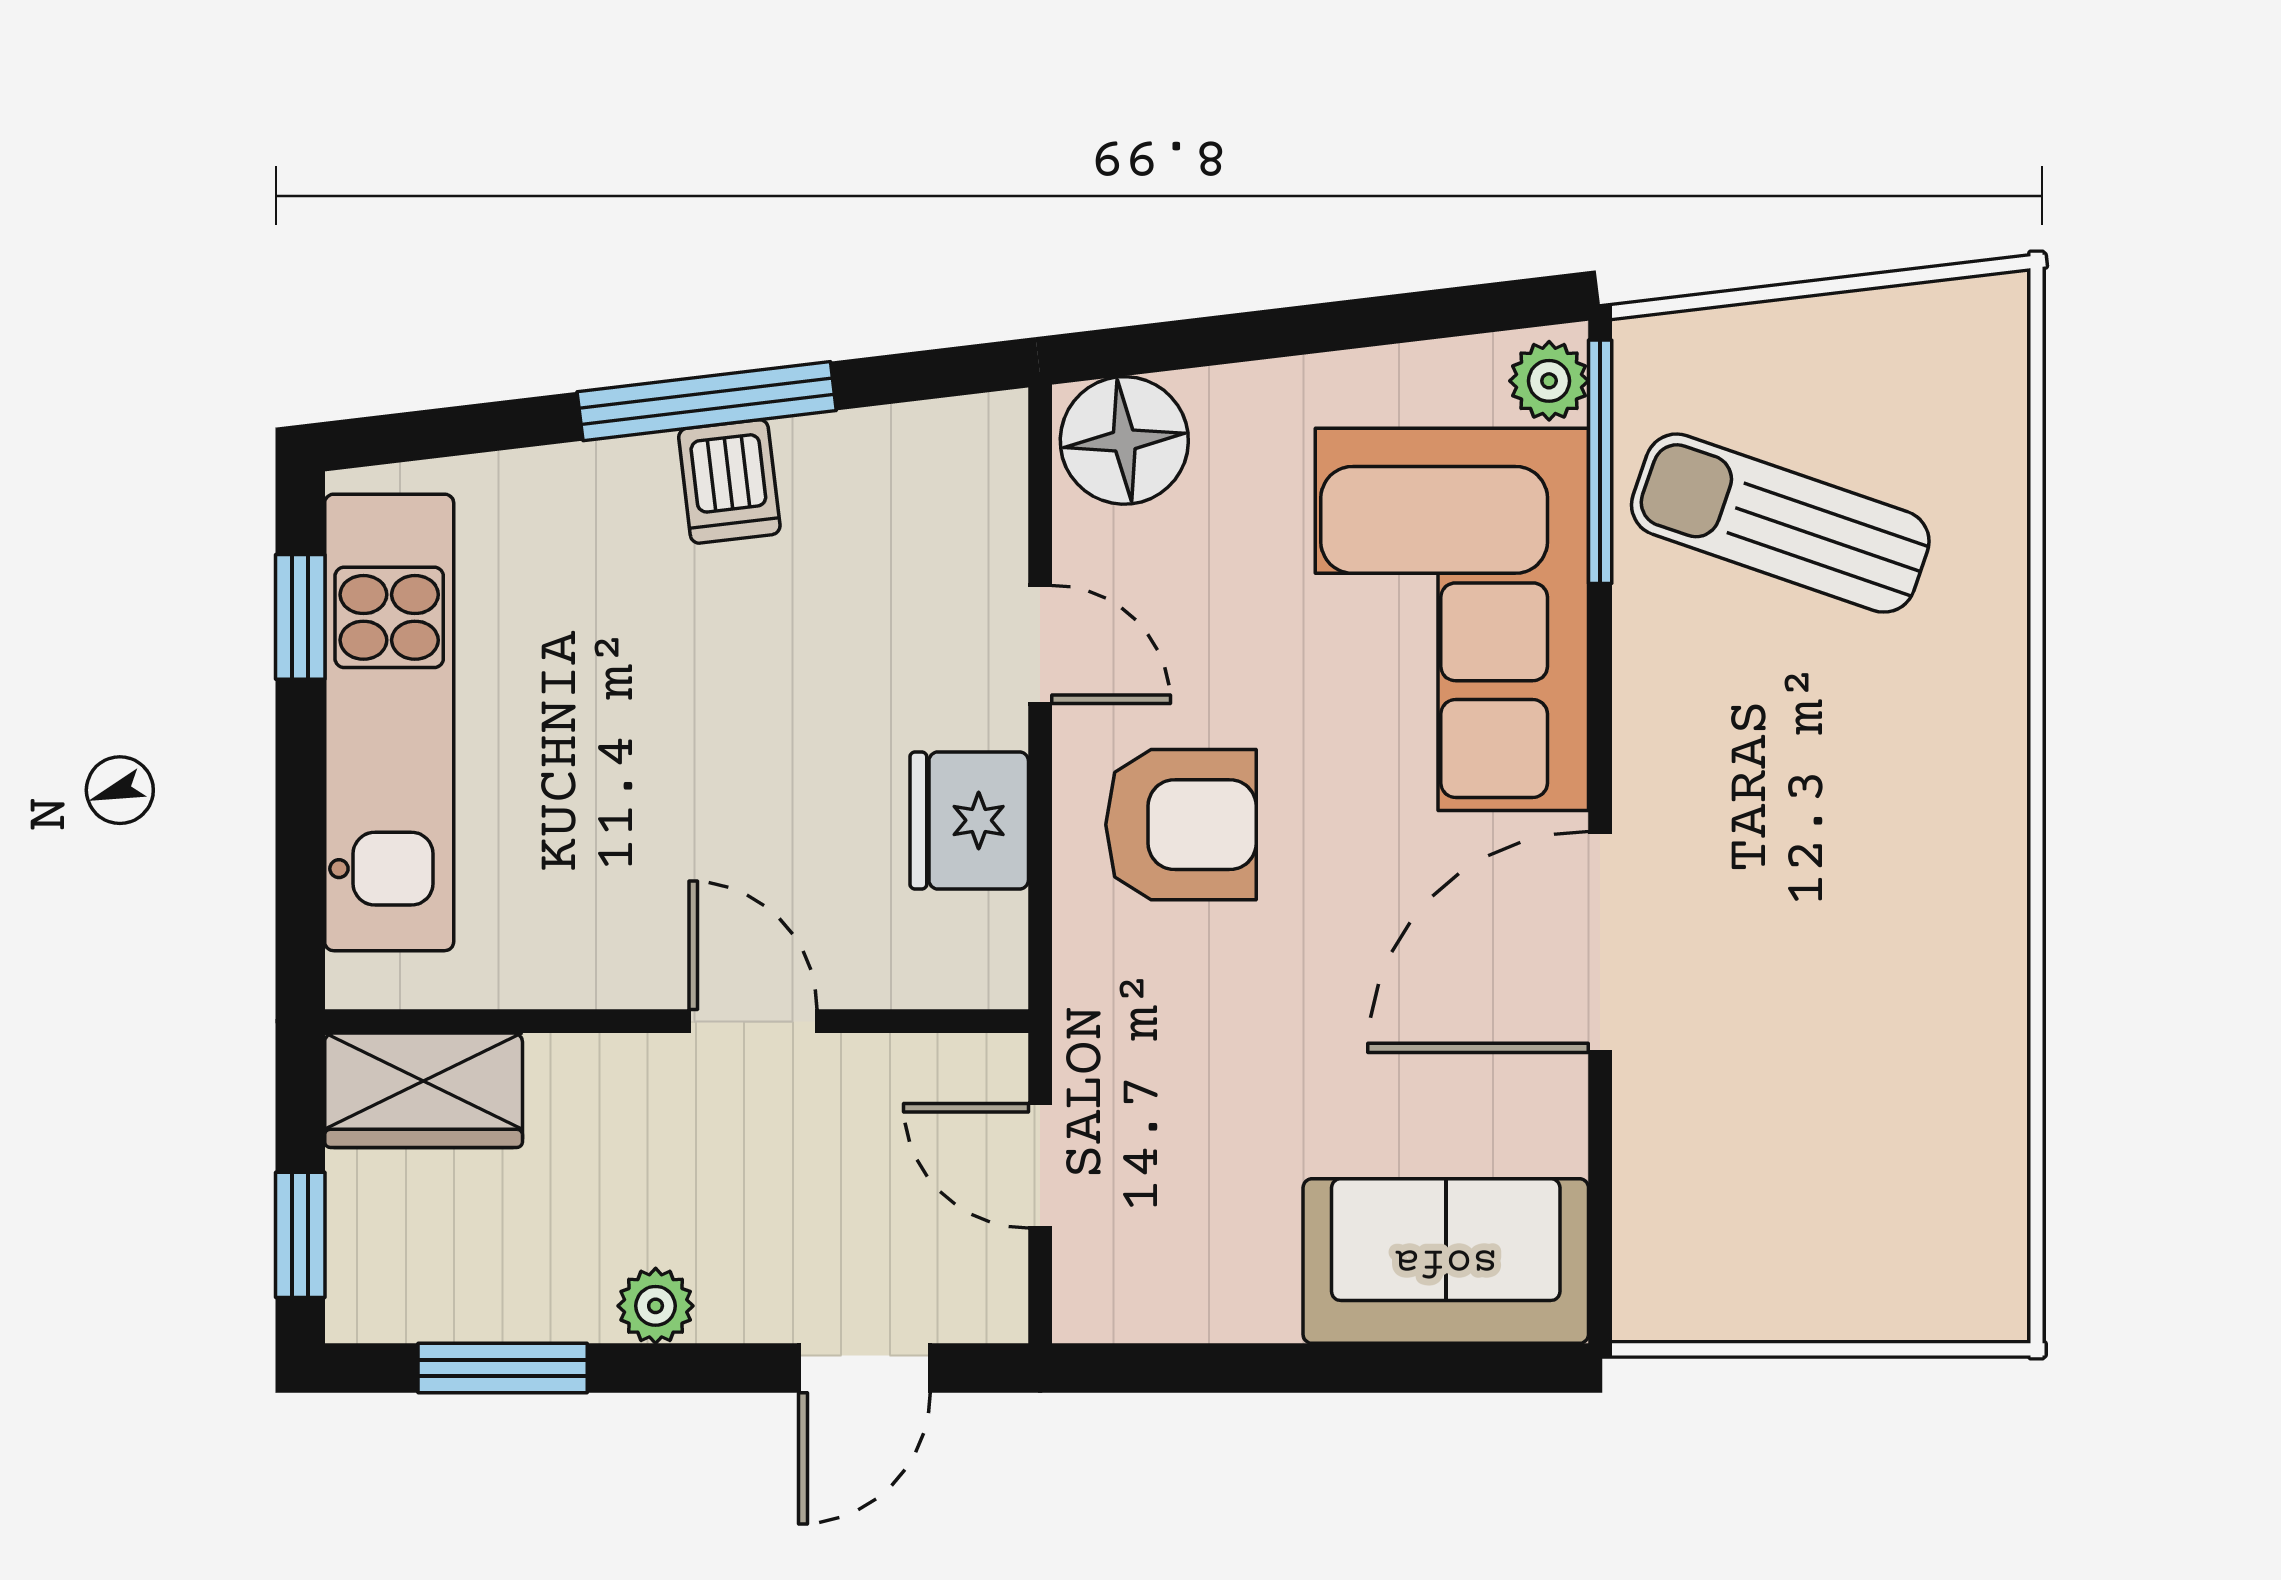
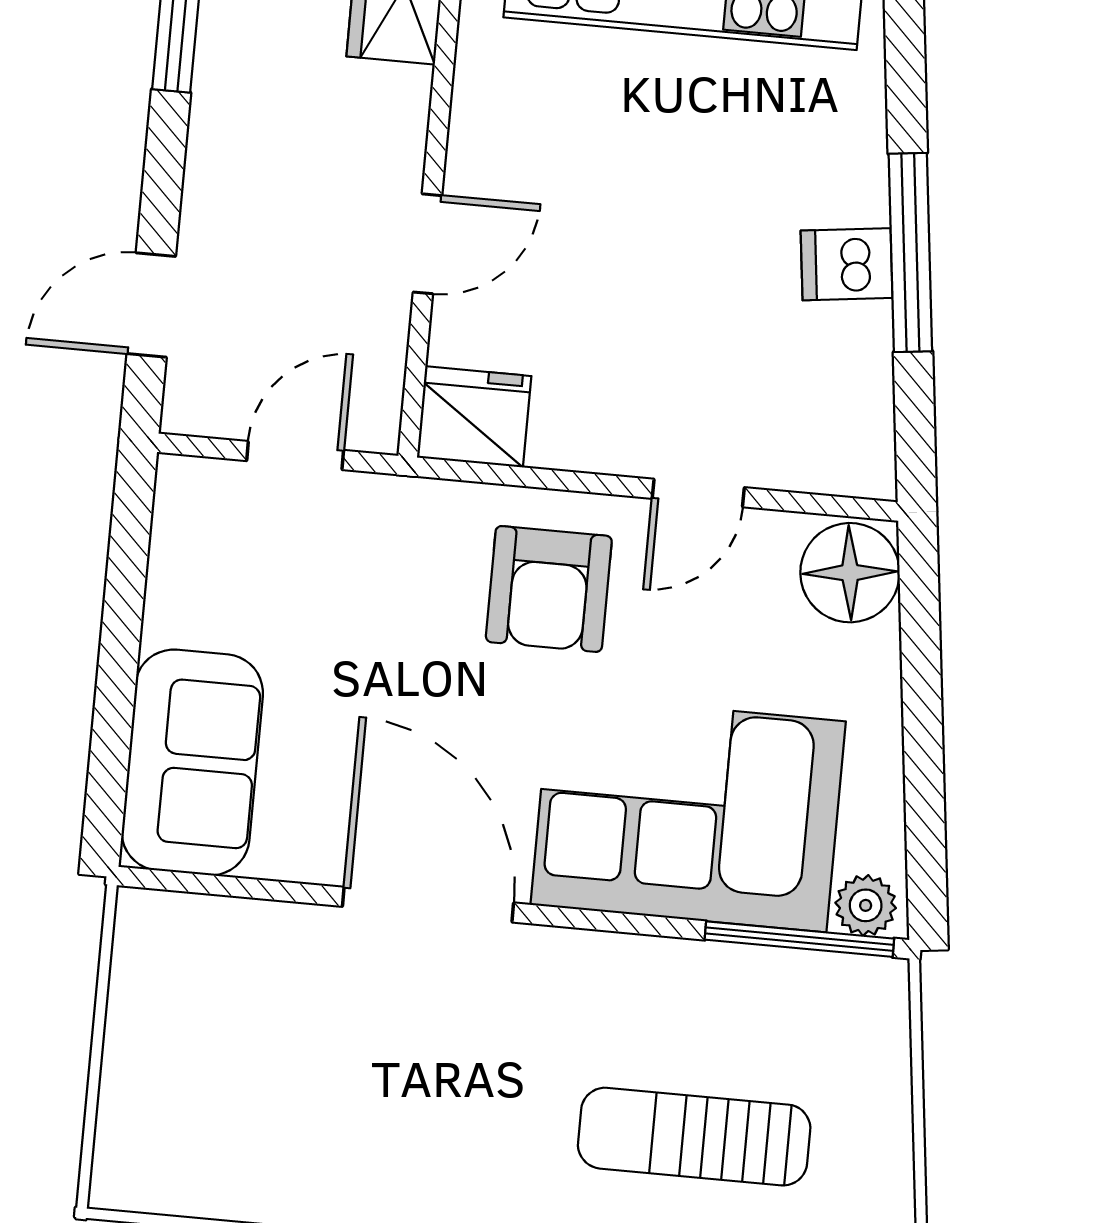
sun lounger: (1780, 523) -> (694, 1137), moved, turned -109
fridge: (969, 820) -> (474, 417), moved
plant: (656, 1306) -> (214, 148), removed
door: (864, 1368) -> (151, 305), hinge flipped

